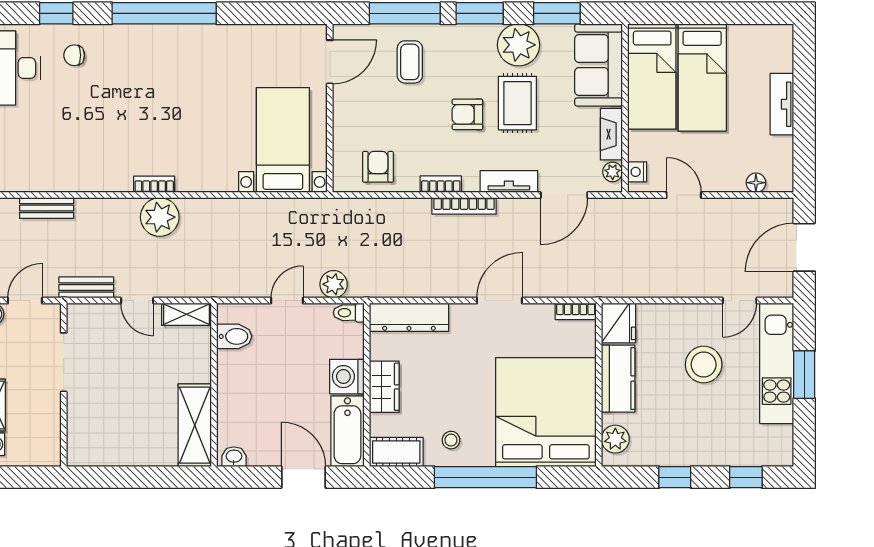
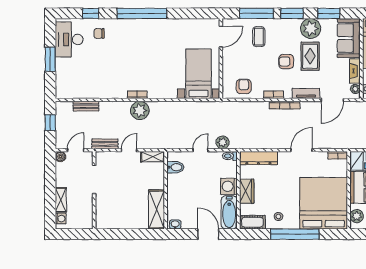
door: (137, 301) -> (129, 150), swing flipped

